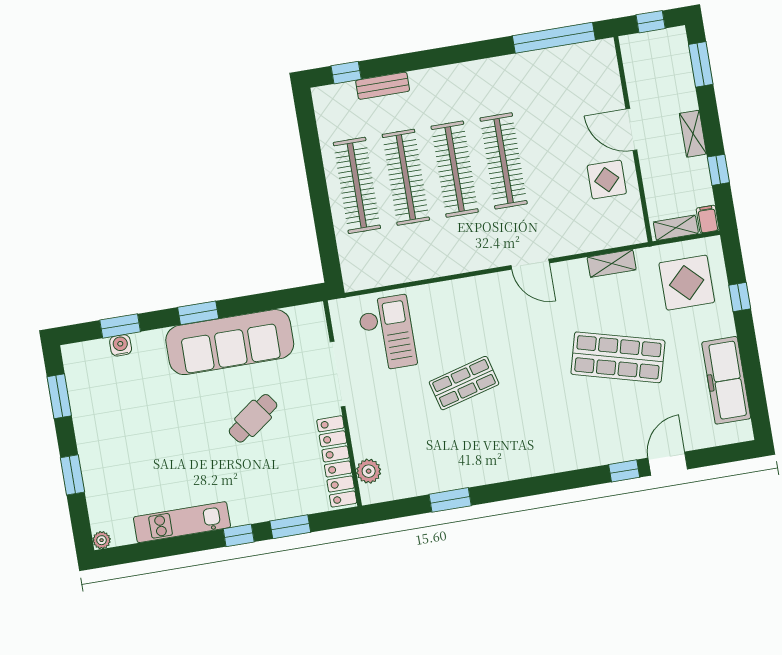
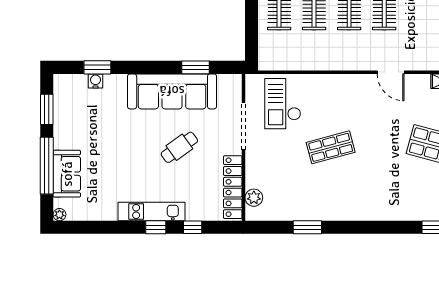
window: (198, 313) -> (195, 67), moved
checkout: (387, 333) -> (283, 104), turned 180
window: (72, 475) -> (47, 166), width x2.11
sofa: (102, 481) -> (67, 174), added
kitchen unit: (182, 522) -> (151, 211), moved
window: (290, 527) -> (193, 227), width x0.67

